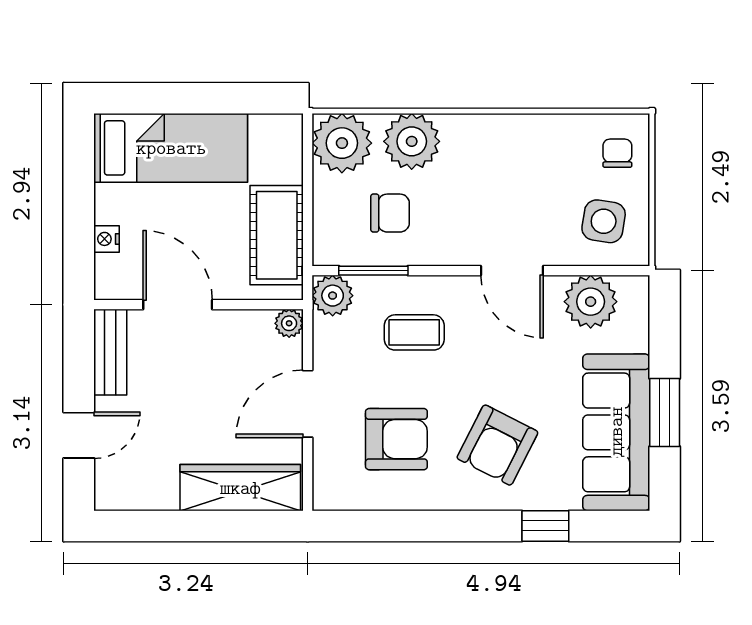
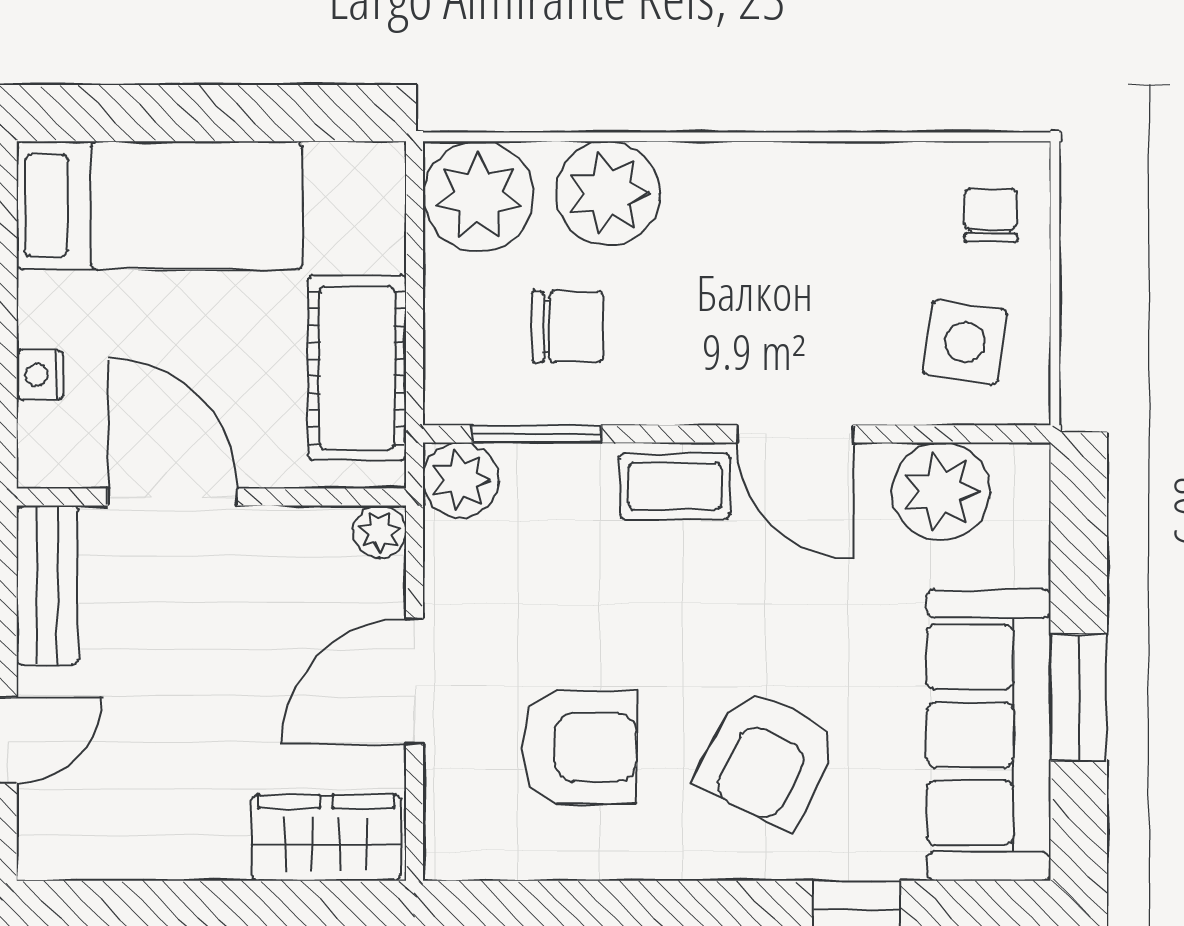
coffee table: (414, 332) -> (675, 486), moved
wardrobe: (240, 488) -> (326, 838), width x0.67

